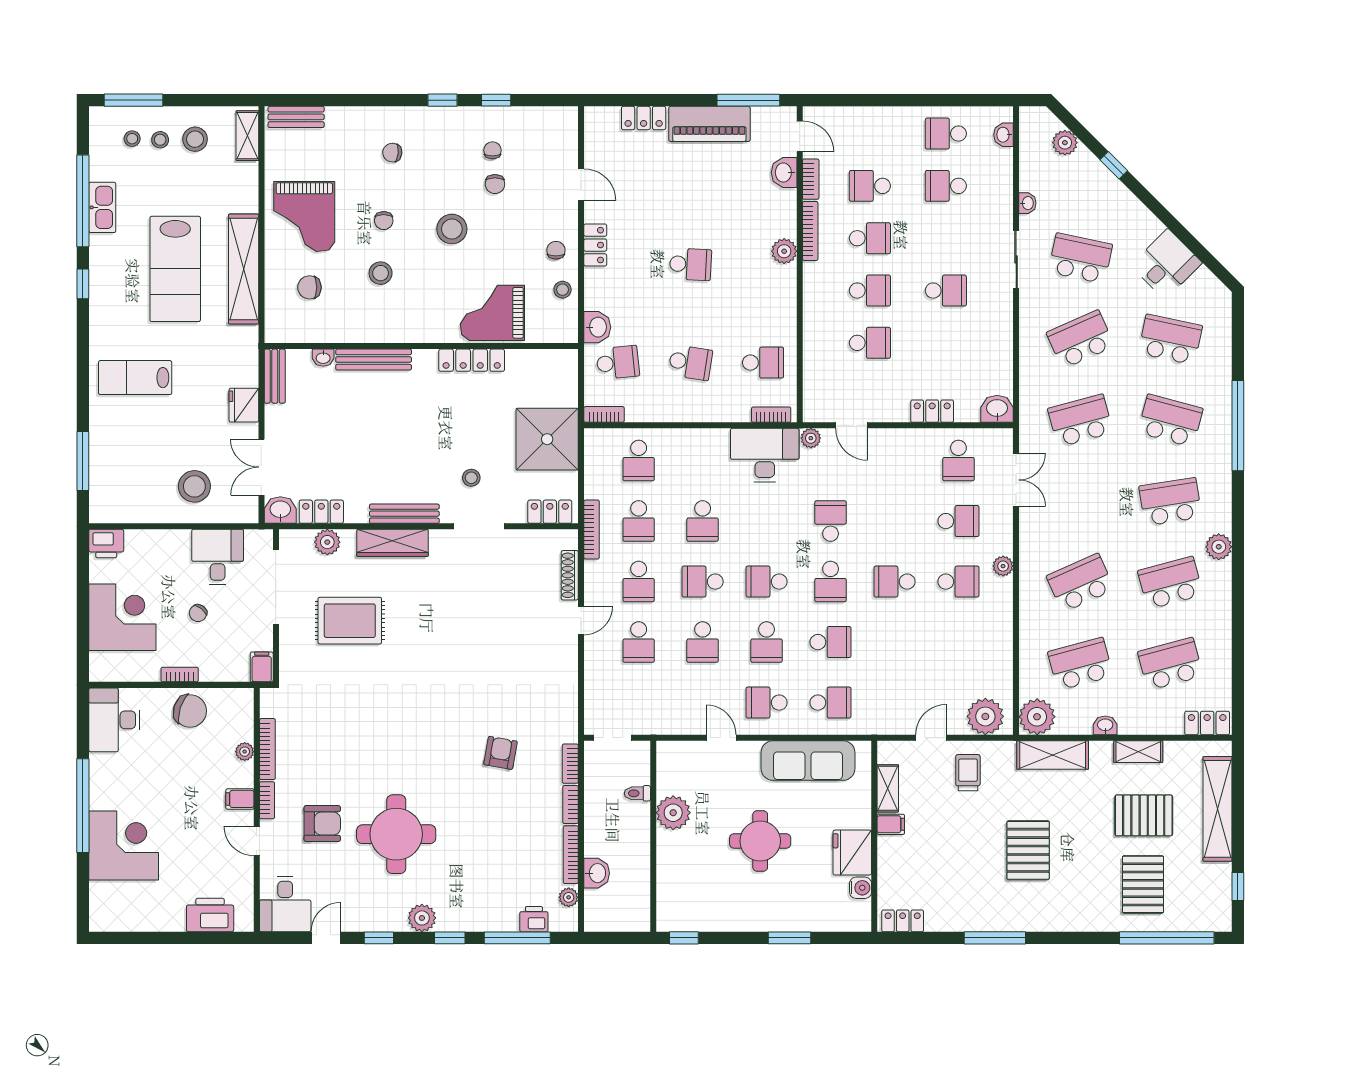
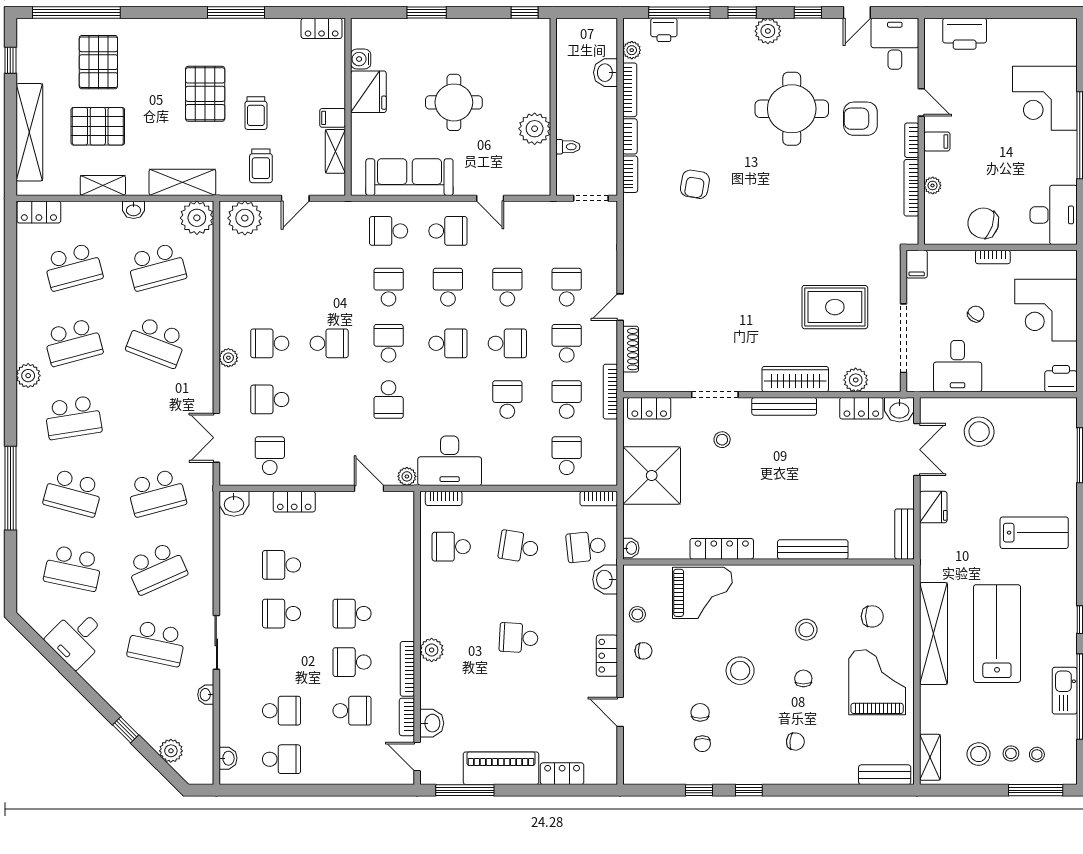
chair: (556, 250) -> (643, 651), turned -90
school desk: (870, 343) -> (281, 565), moved
washbasin: (323, 358) -> (631, 548), moved, turned 90
school desk: (1080, 583) -> (157, 342), turned 45
school desk: (831, 642) -> (389, 287), turned 90
trolley: (973, 830) -> (256, 113), added

